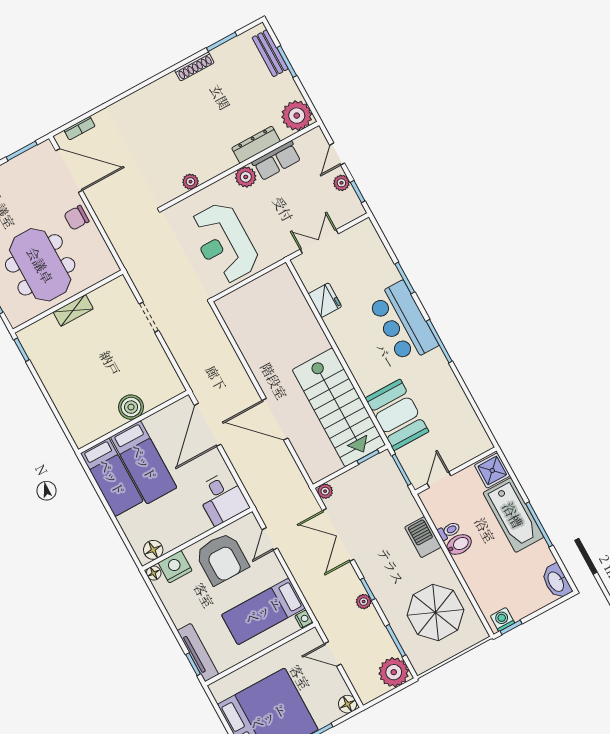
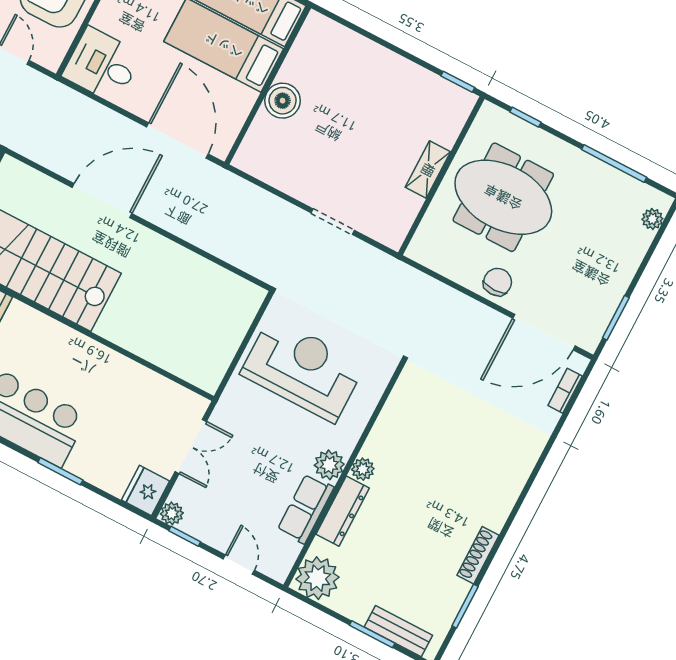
plant: (190, 182) -> (363, 469), moved
plant: (341, 183) -> (172, 513), moved
fridge: (325, 300) -> (146, 490), moved, turned 90

